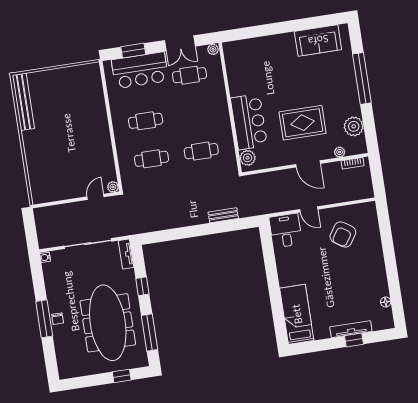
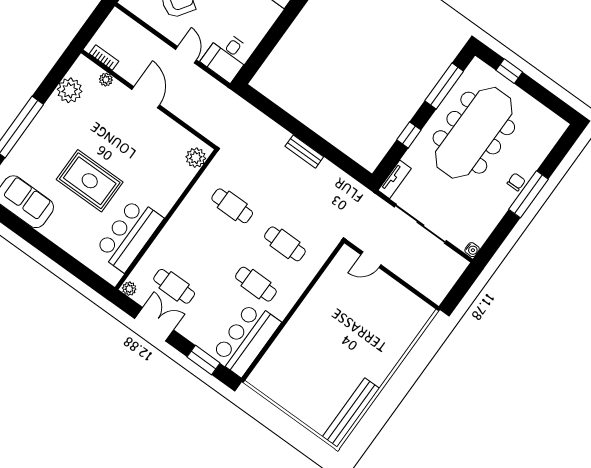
bar counter: (140, 70) -> (246, 339), moved, turned -90
bar counter: (249, 122) -> (129, 235), moved
rug: (303, 123) -> (90, 181), moved
plant: (113, 187) -> (346, 253), removed
bench: (223, 215) -> (304, 152), moved

